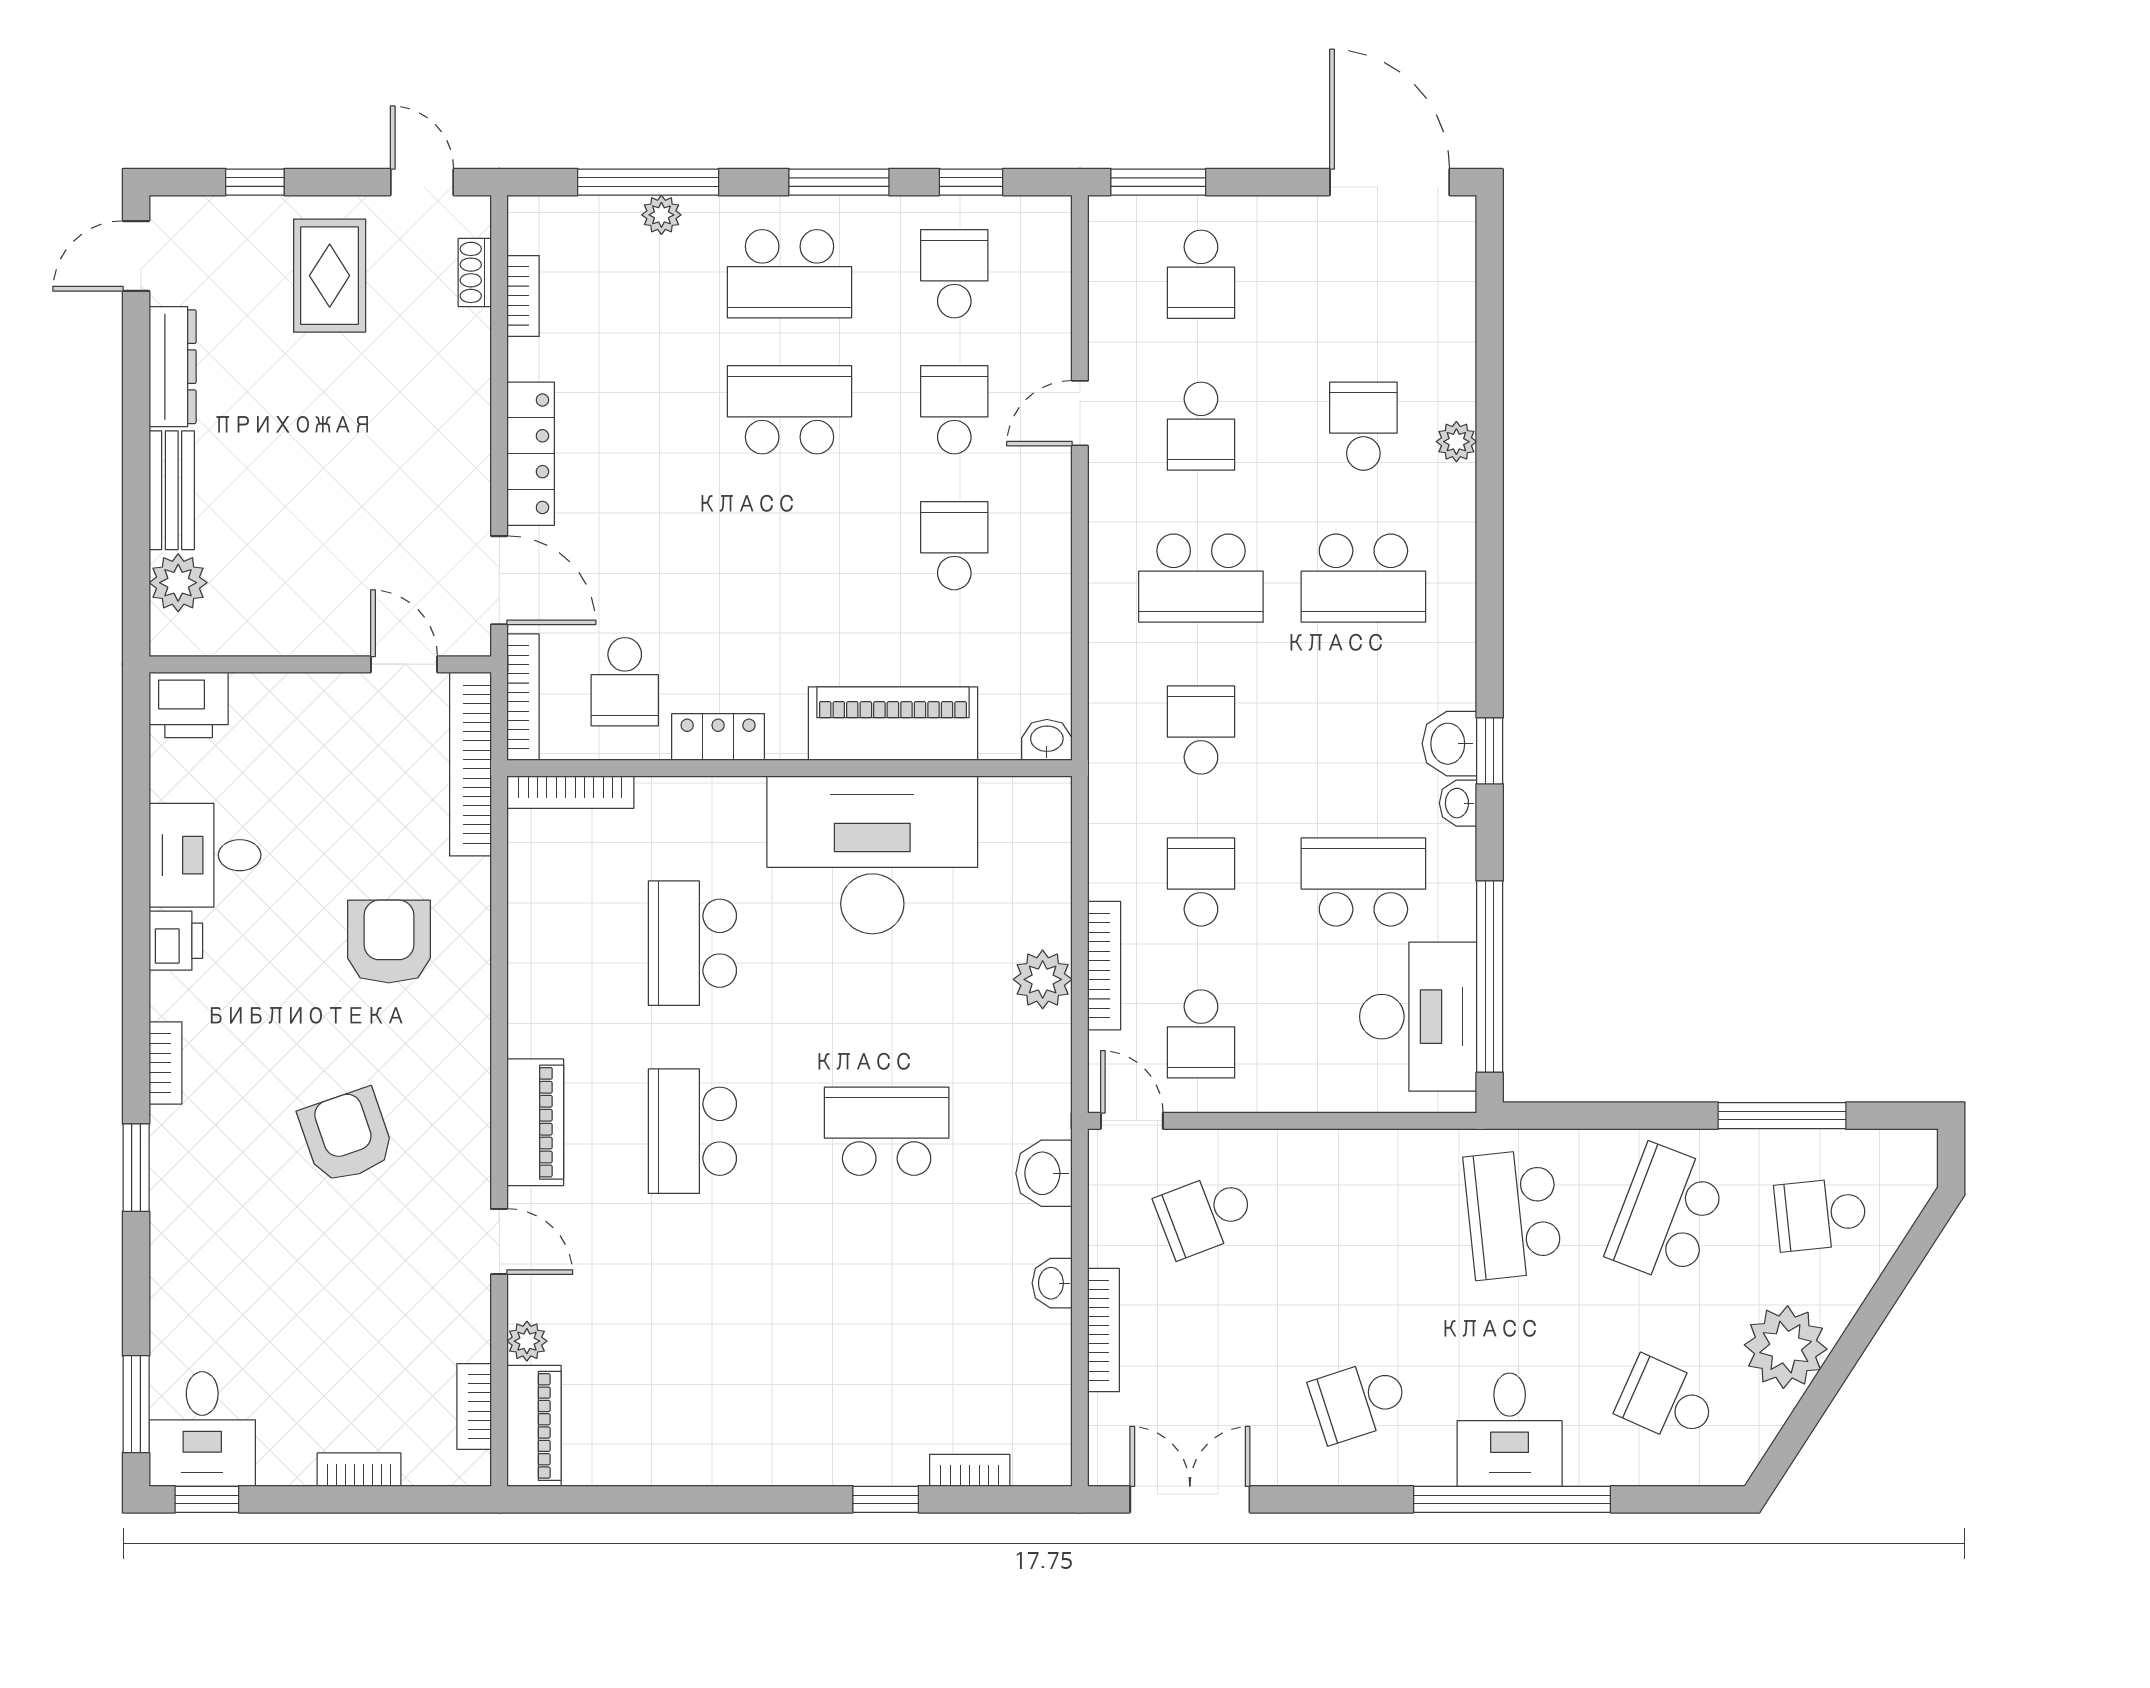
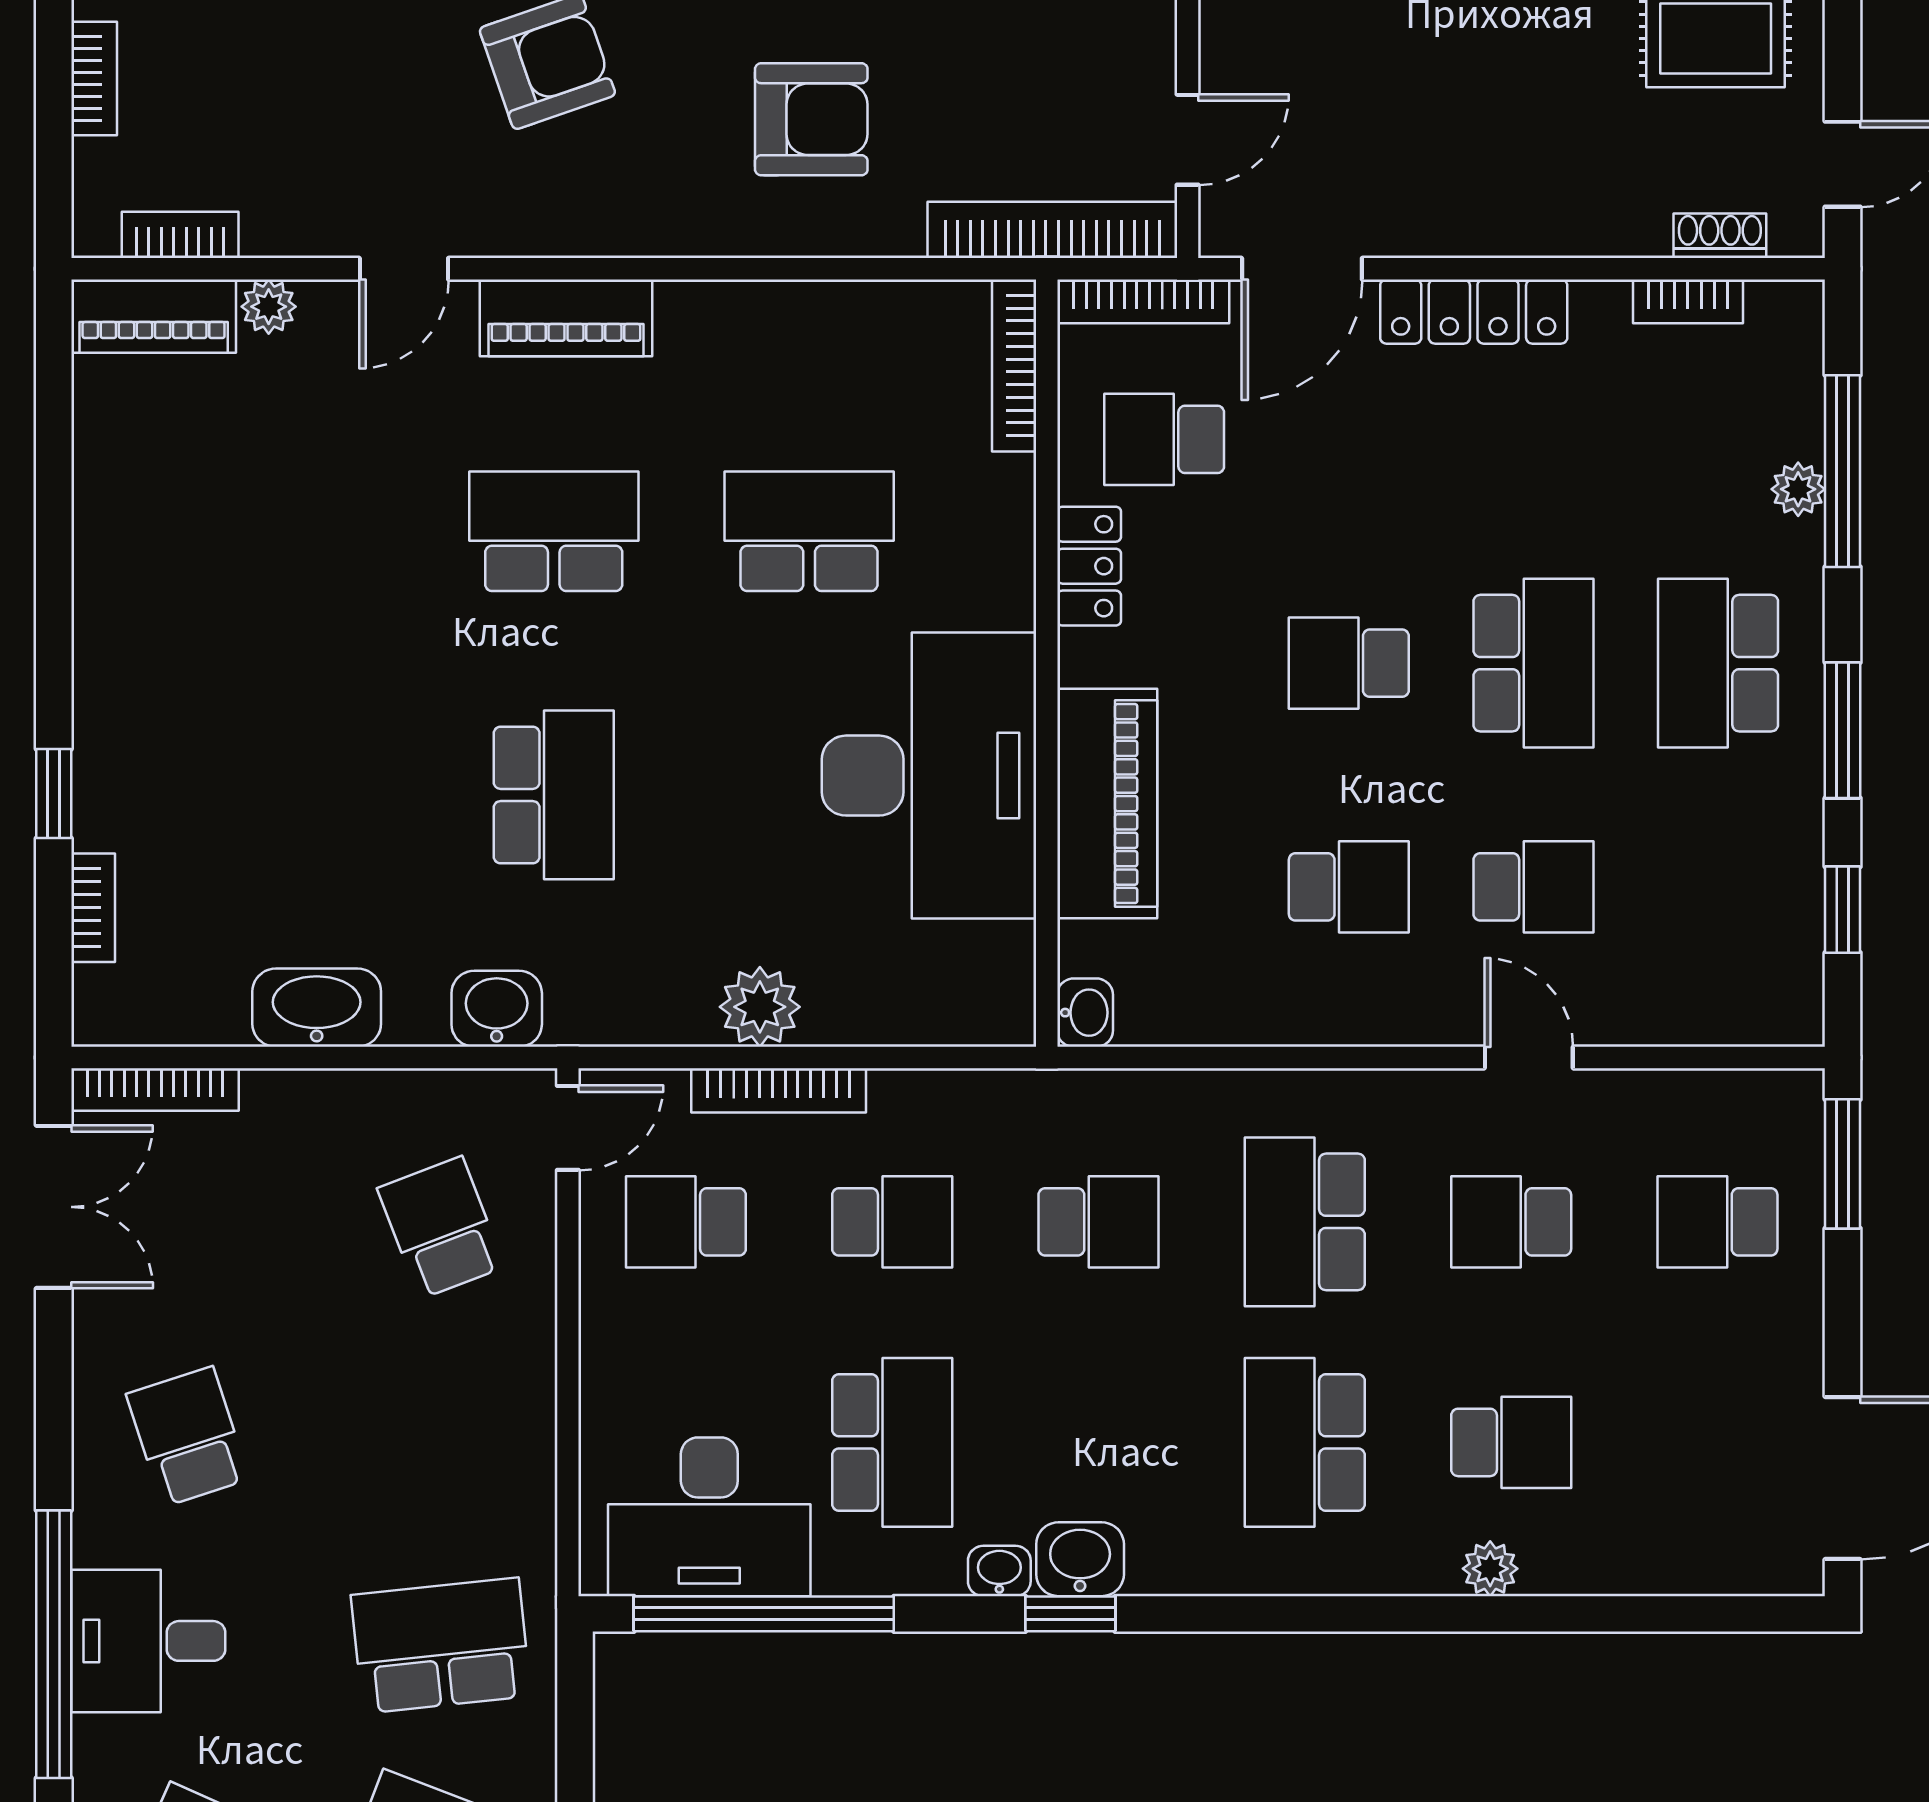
school desk: (954, 274) -> (1349, 663), moved, turned 180
washbasin: (1052, 1283) -> (317, 1008), width x1.91, depth x1.45
bookcase: (1103, 1330) -> (155, 1089), moved

